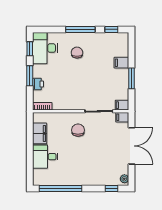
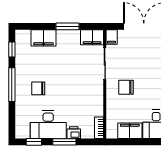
desk: (45, 48) -> (48, 125), moved
filing cabinet: (121, 63) -> (43, 38), width x2.00
filing cabinet: (122, 105) -> (92, 37), width x2.00

